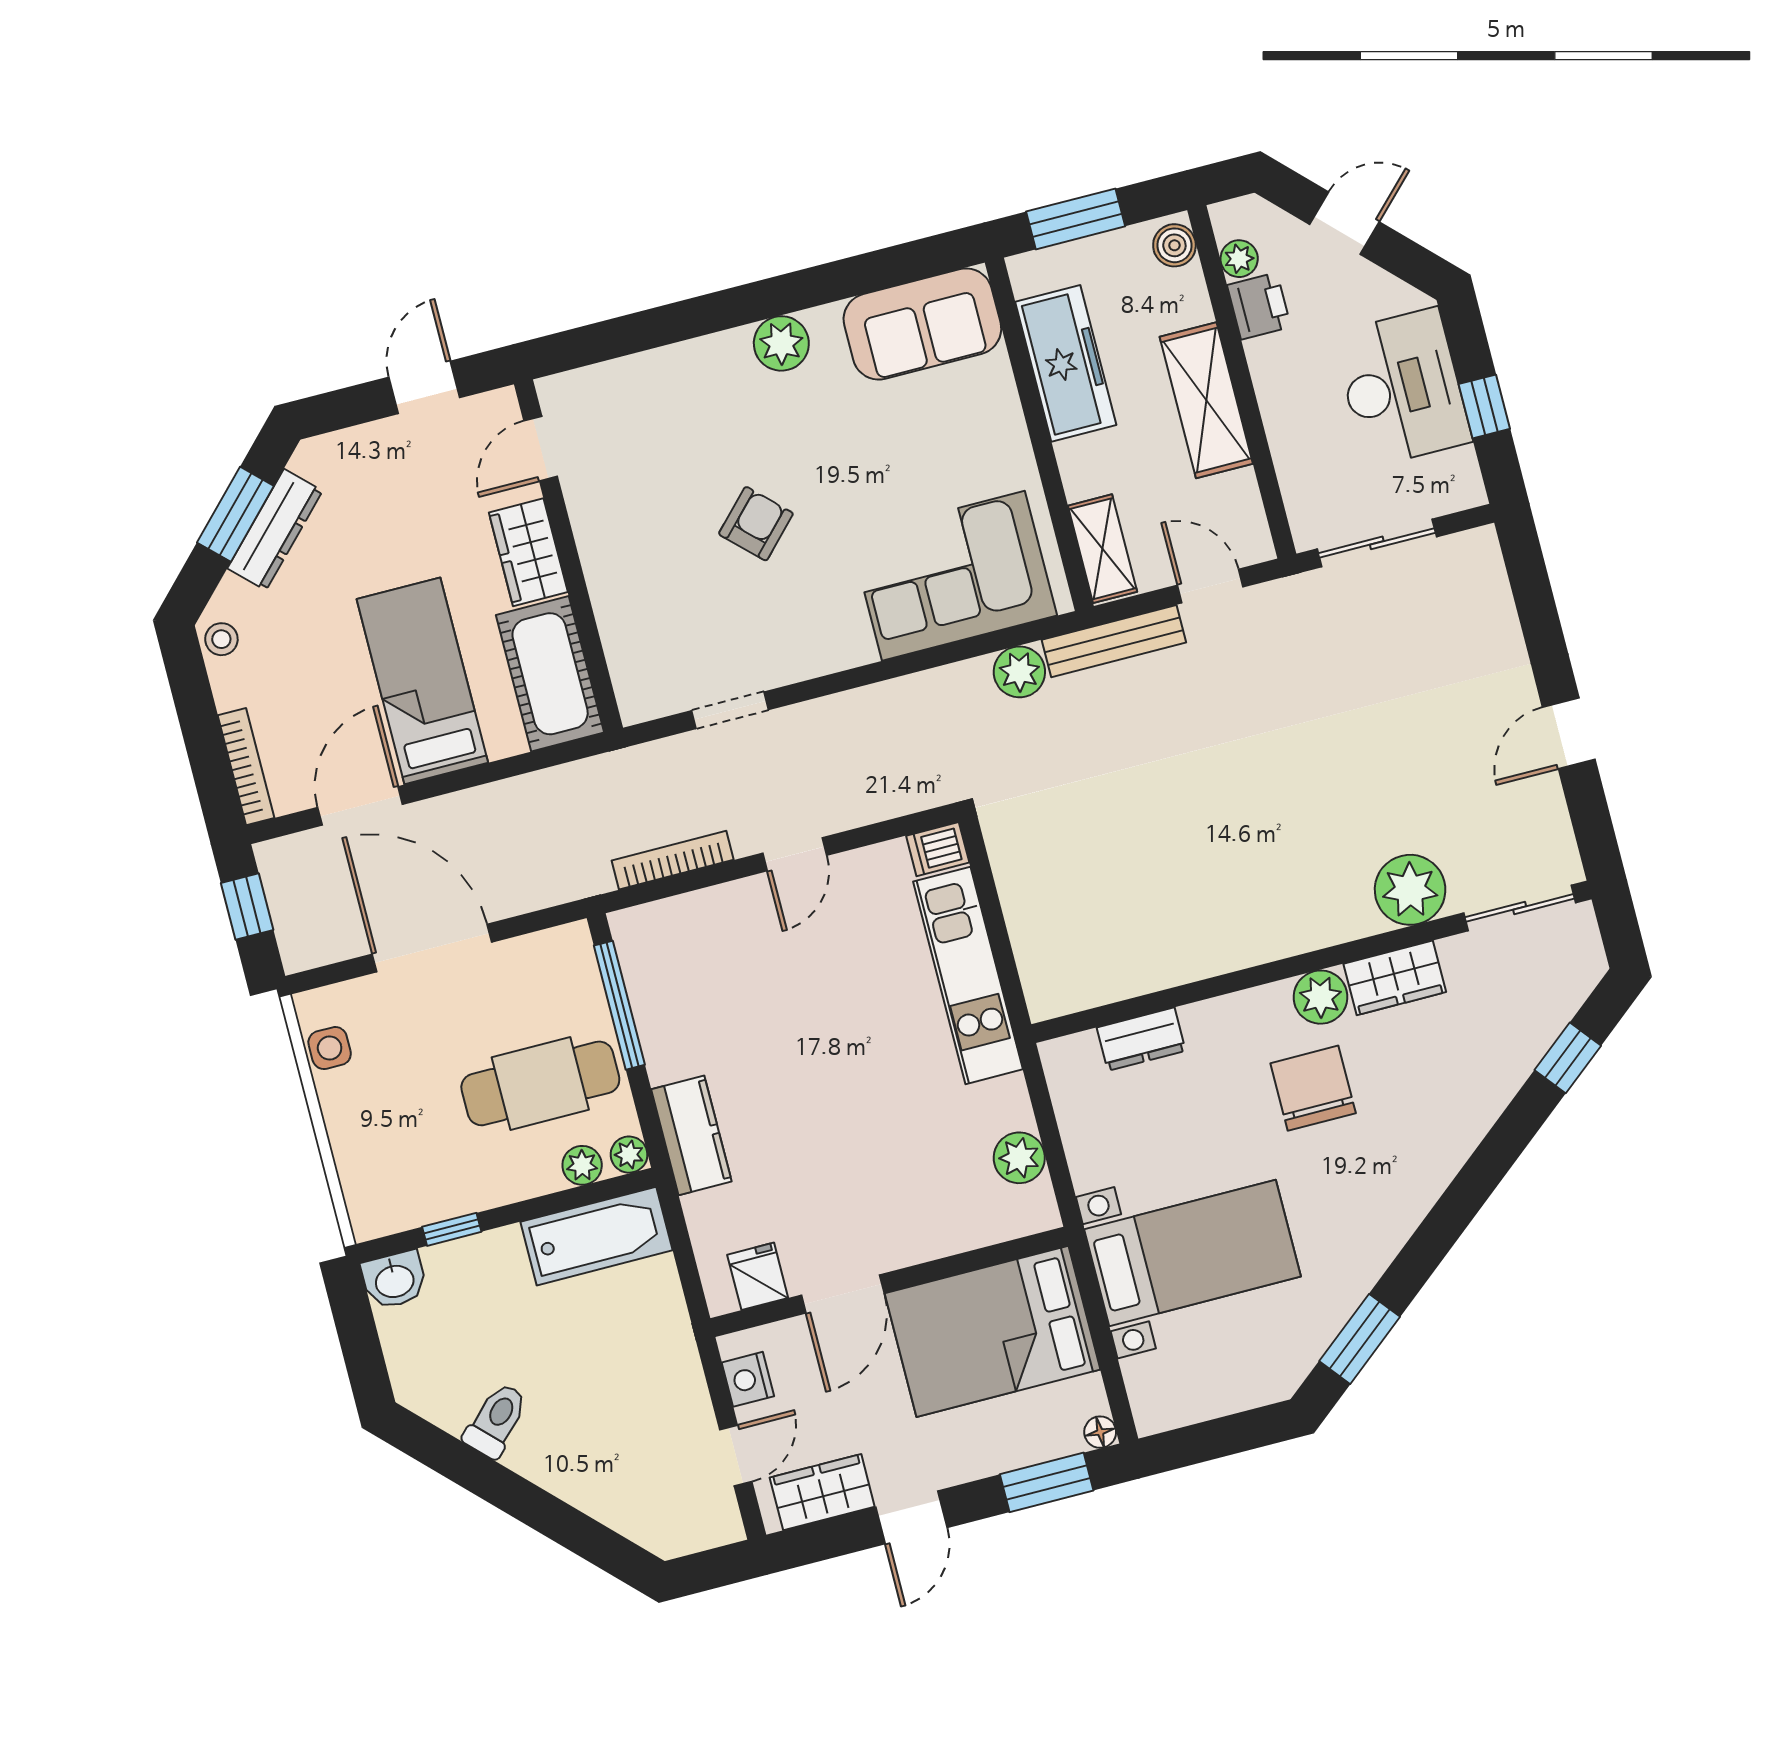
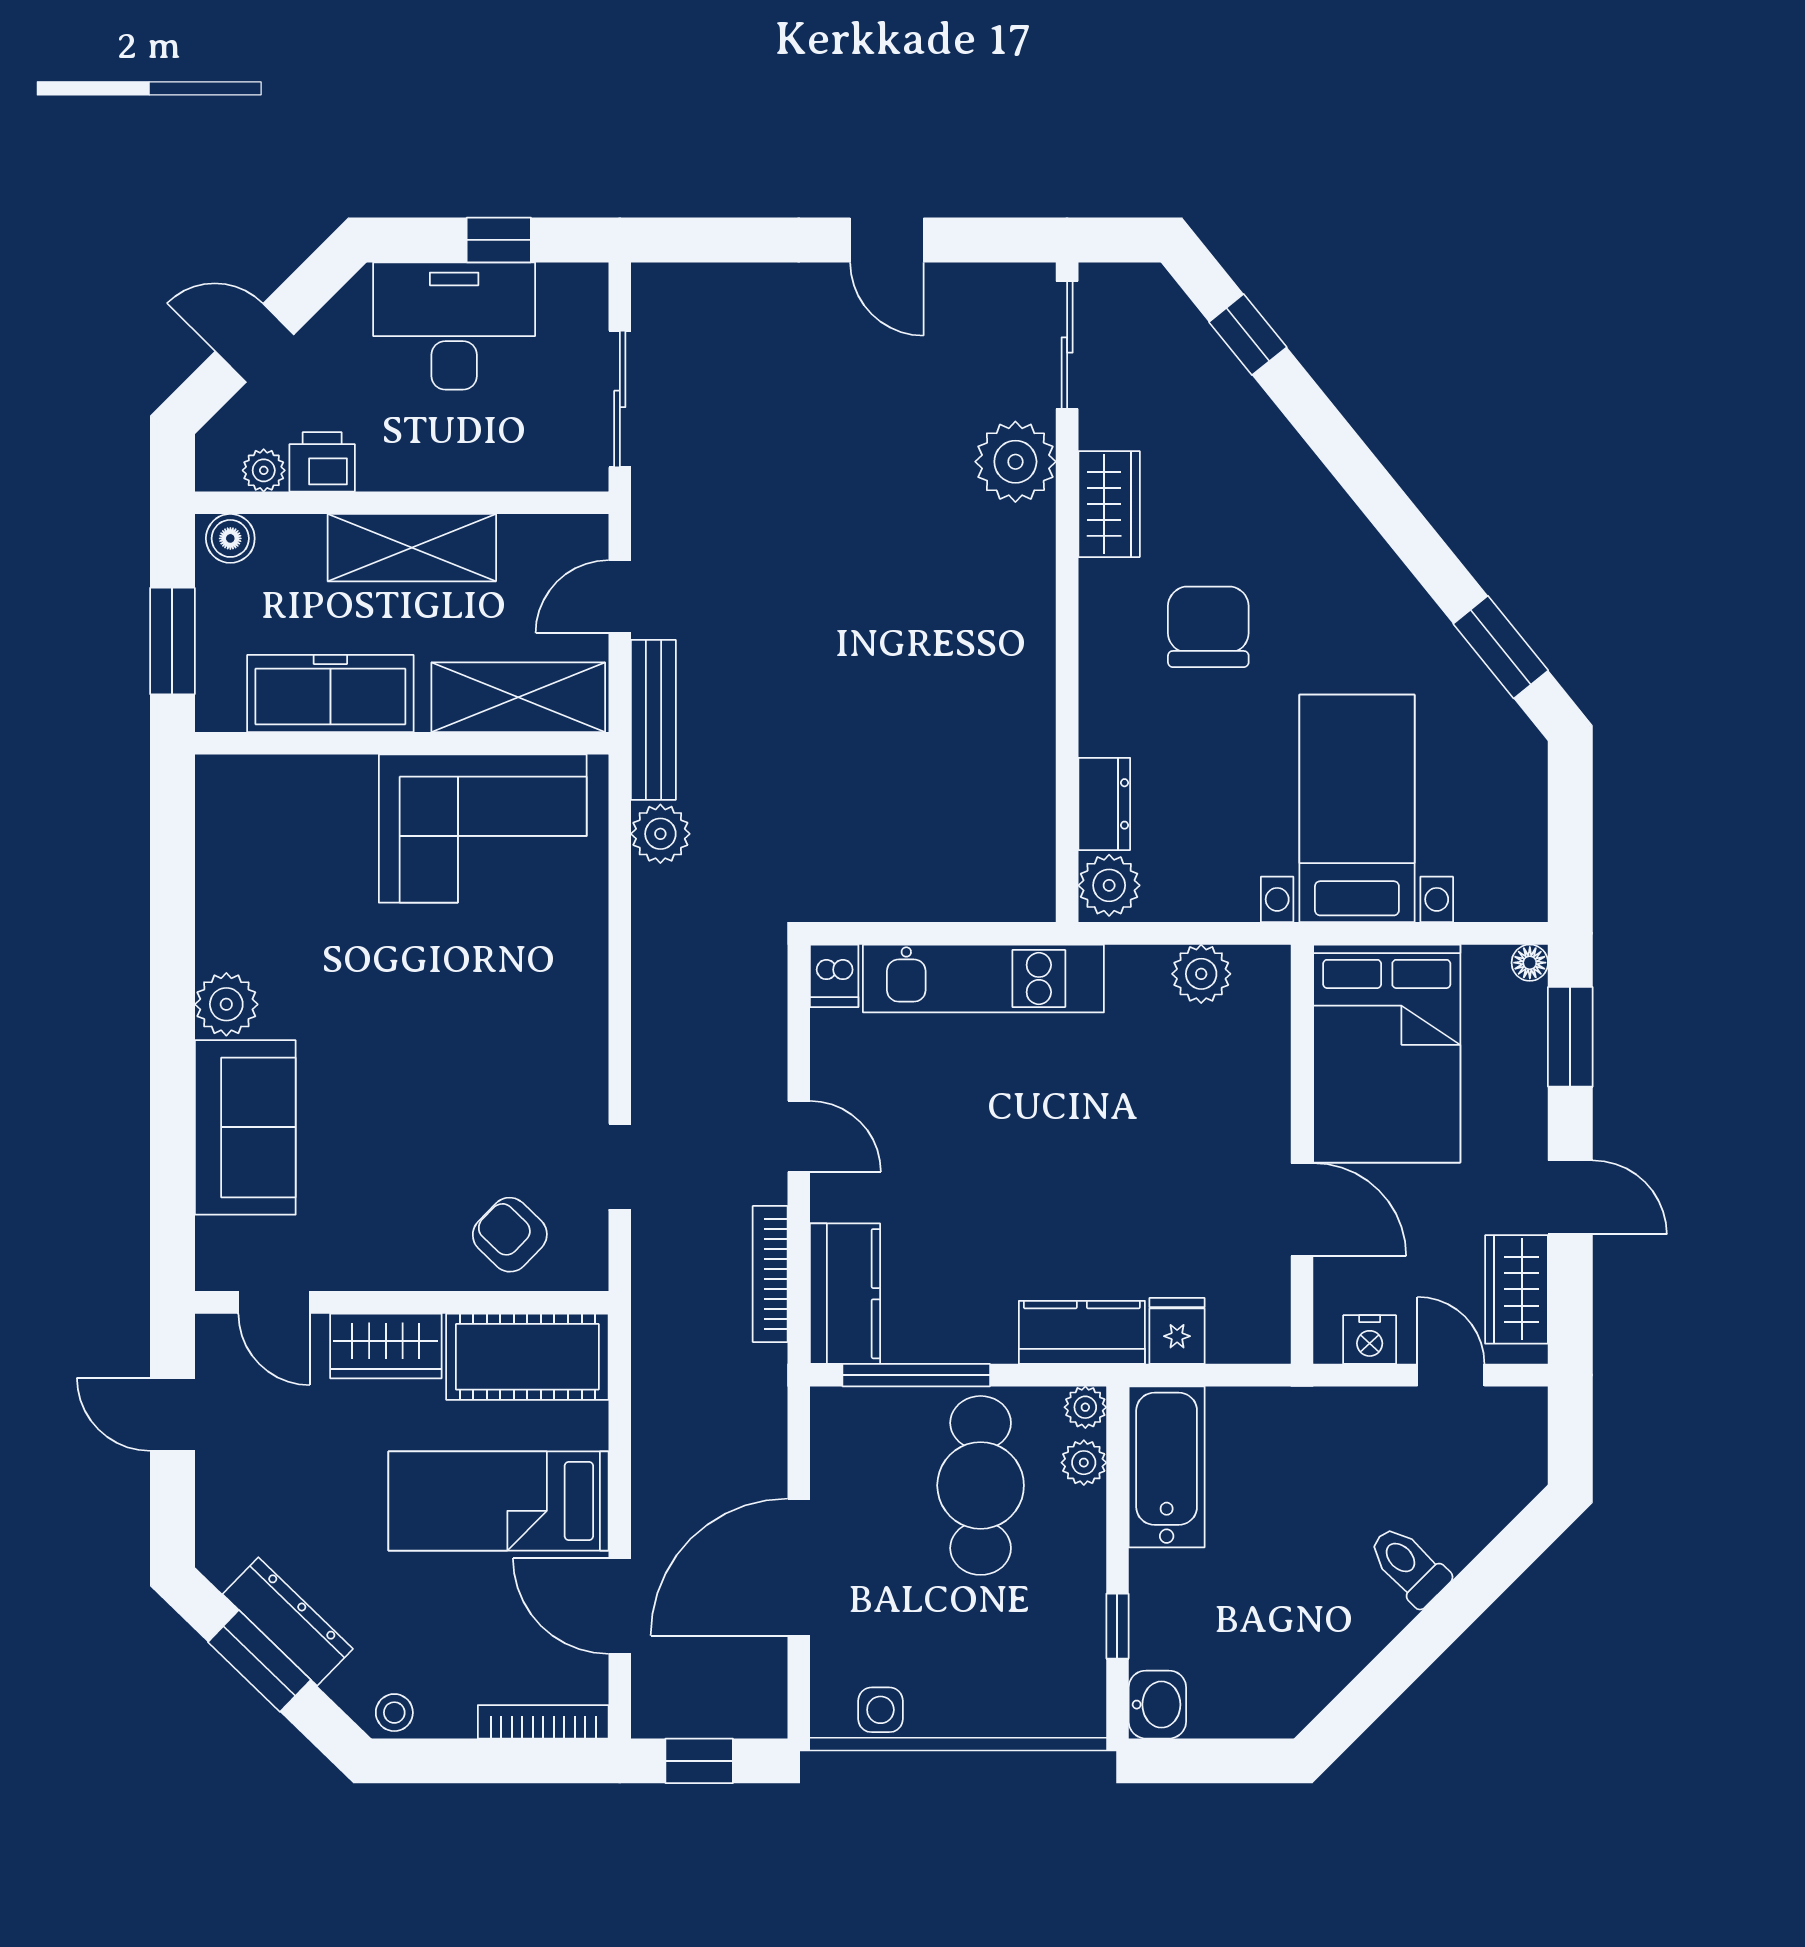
door: (1344, 223) -> (254, 343), hinge flipped
sofa: (922, 324) -> (245, 1127), moved
armchair: (756, 524) -> (510, 1235), moved
shelving: (1102, 549) -> (518, 697), width x1.50, depth x1.33
corner sofa: (953, 576) -> (483, 829), moved, turned -90
kitchen counter: (672, 927) -> (845, 1294), added
plant: (1321, 997) -> (1109, 885), moved
chair: (1313, 1088) -> (1208, 627), turned 90
fridge: (758, 1276) -> (1177, 1331), moved, turned 90
toilet: (496, 1420) -> (1409, 1566), moved

